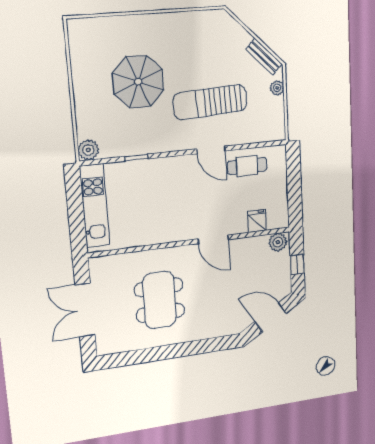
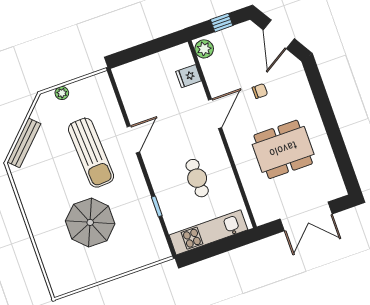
bench: (264, 57) -> (24, 143), moved, width x1.36
plant: (88, 150) -> (160, 251), removed
cafe table: (247, 166) -> (197, 178), moved
chair: (223, 288) -> (260, 91), added

